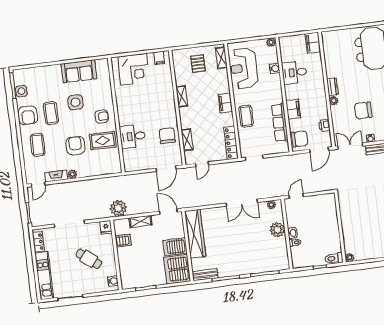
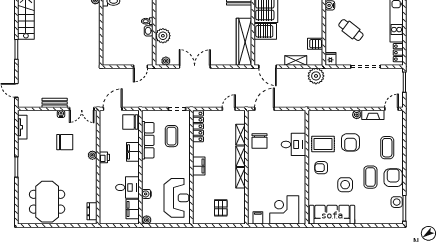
filing cabinet: (313, 43) -> (133, 209), moved, turned 180
shelving: (221, 58) -> (240, 156), moved
sofa: (79, 71) -> (332, 215), width x1.36
dresser: (332, 87) -> (92, 211), moved
coffee table: (246, 116) -> (172, 136), moved
printer: (324, 125) -> (104, 157), moved

